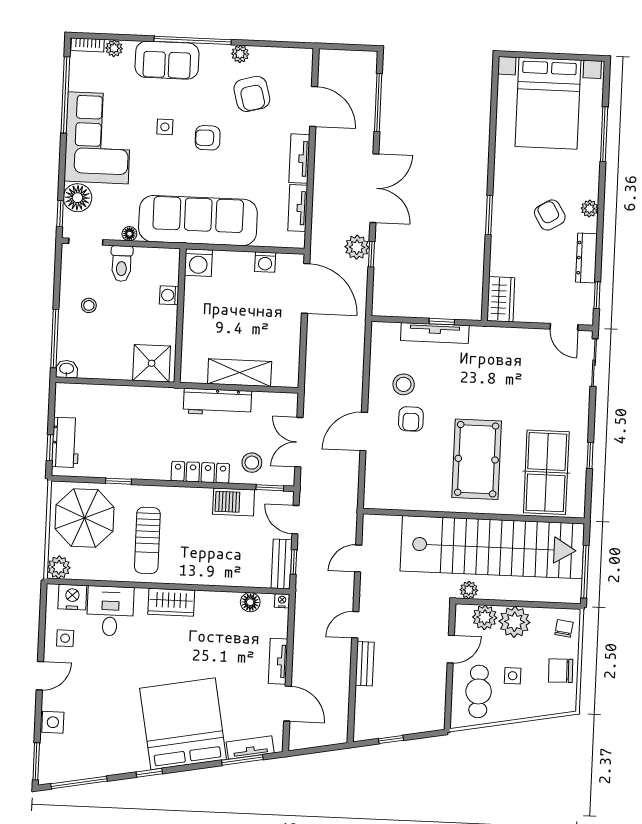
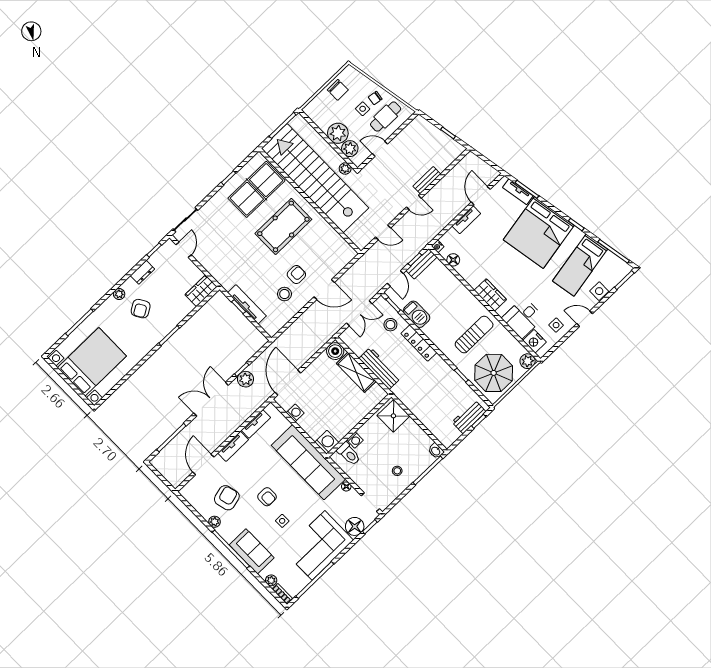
dresser: (586, 258) -> (142, 272), width x0.70
toilet: (122, 264) -> (349, 454), moved, turned 90
boiler: (286, 374) -> (335, 351), added
chair: (564, 628) -> (375, 98), moved
bed: (102, 731) -> (580, 265), added

